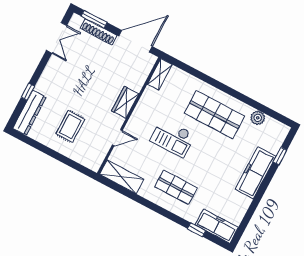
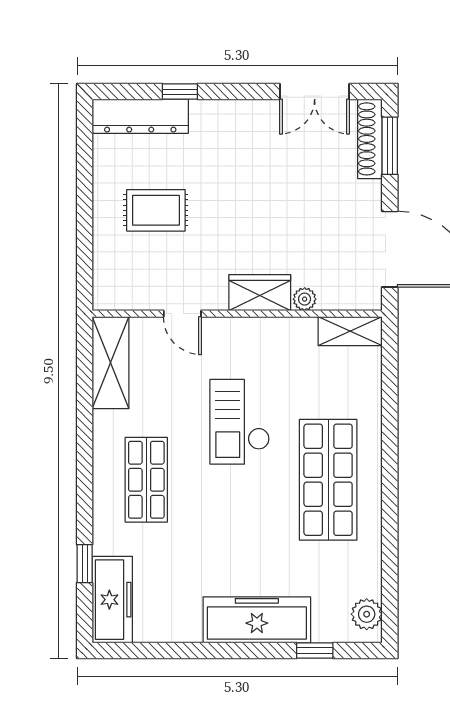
shoe rack: (99, 32) -> (370, 139), moved
plant: (137, 86) -> (305, 299), added
plant: (258, 118) -> (367, 614), moved

